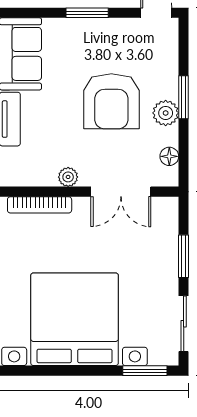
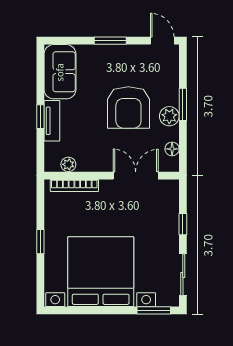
plant: (68, 177) -> (68, 164), moved
double door: (121, 192) -> (136, 176), swing flipped
window: (184, 256) -> (183, 224), width x0.67

